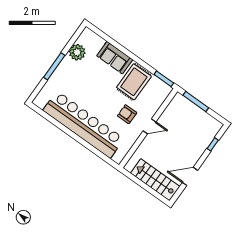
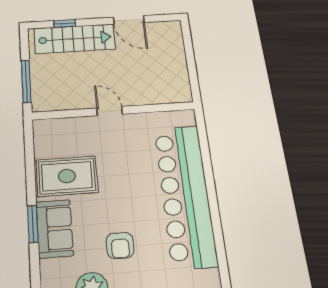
window: (164, 79) -> (33, 224), moved
armchair: (127, 114) -> (120, 245), moved
stairs: (155, 180) -> (75, 39), moved, turned -90

